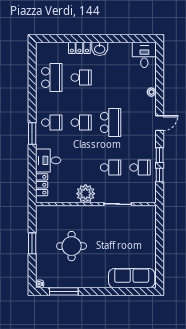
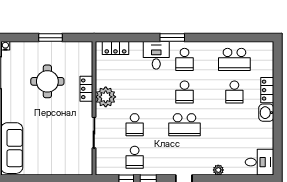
desk: (48, 160) -> (156, 55), moved
locker: (78, 211) -> (86, 89), added

